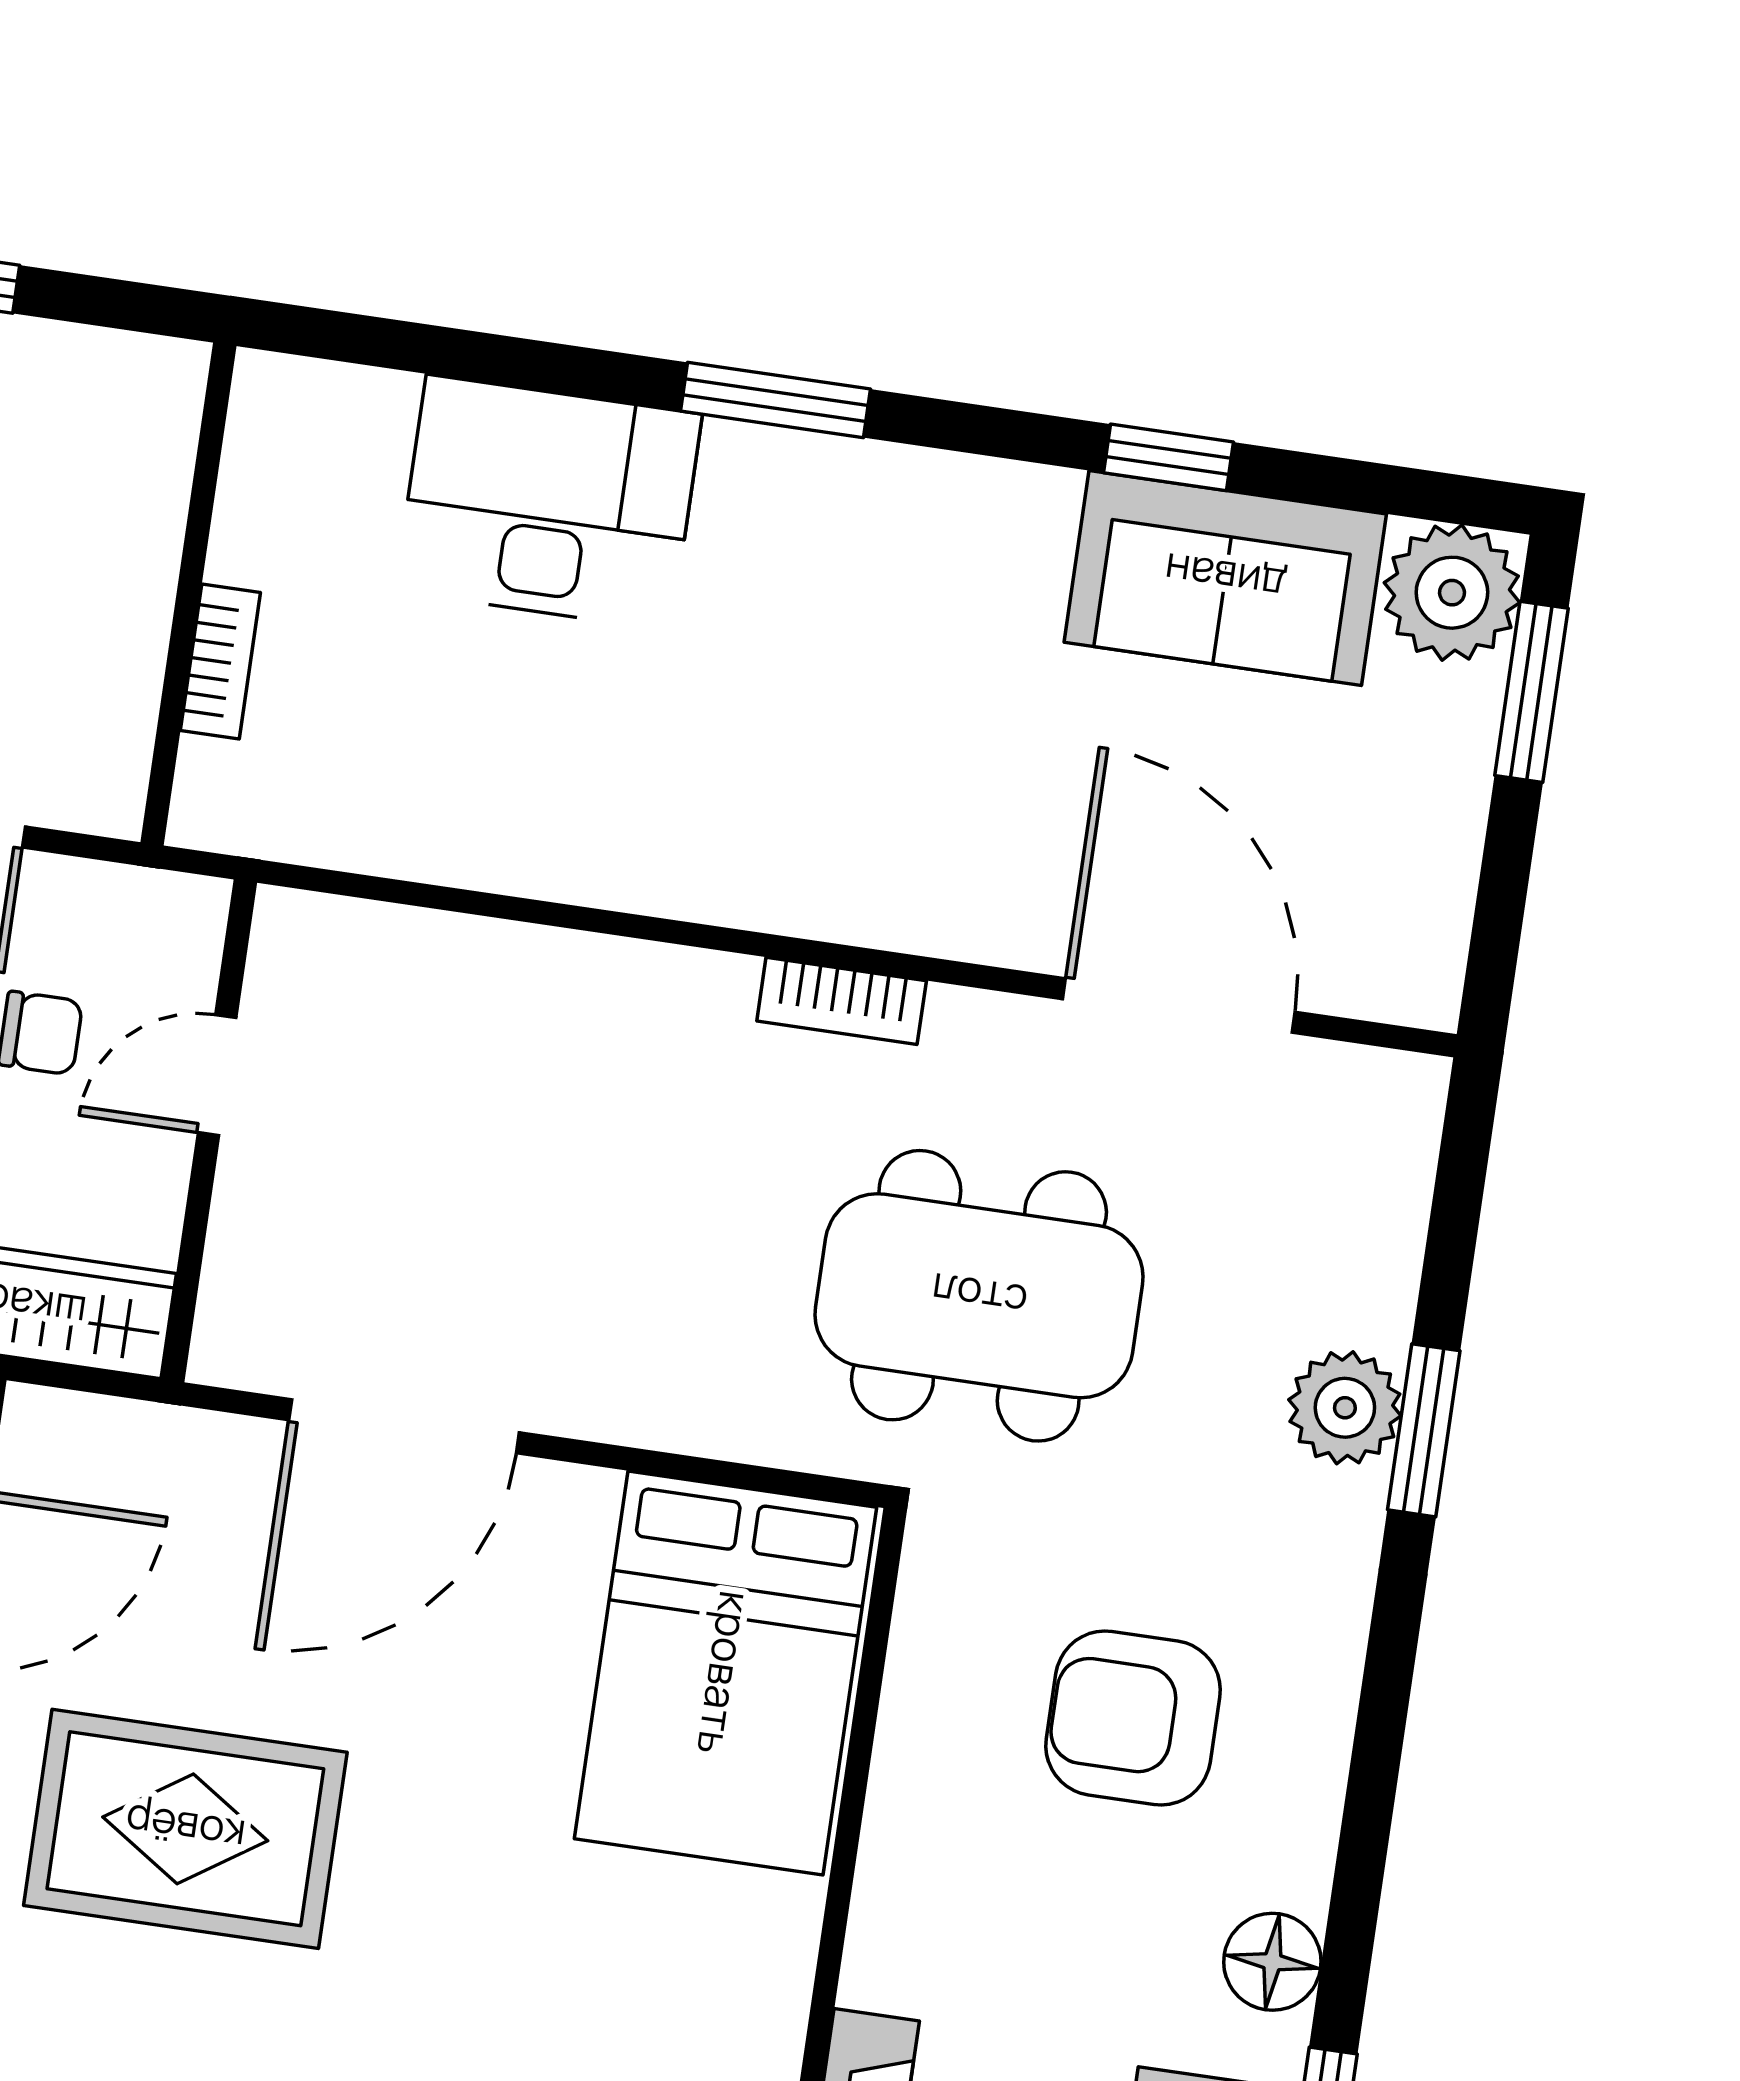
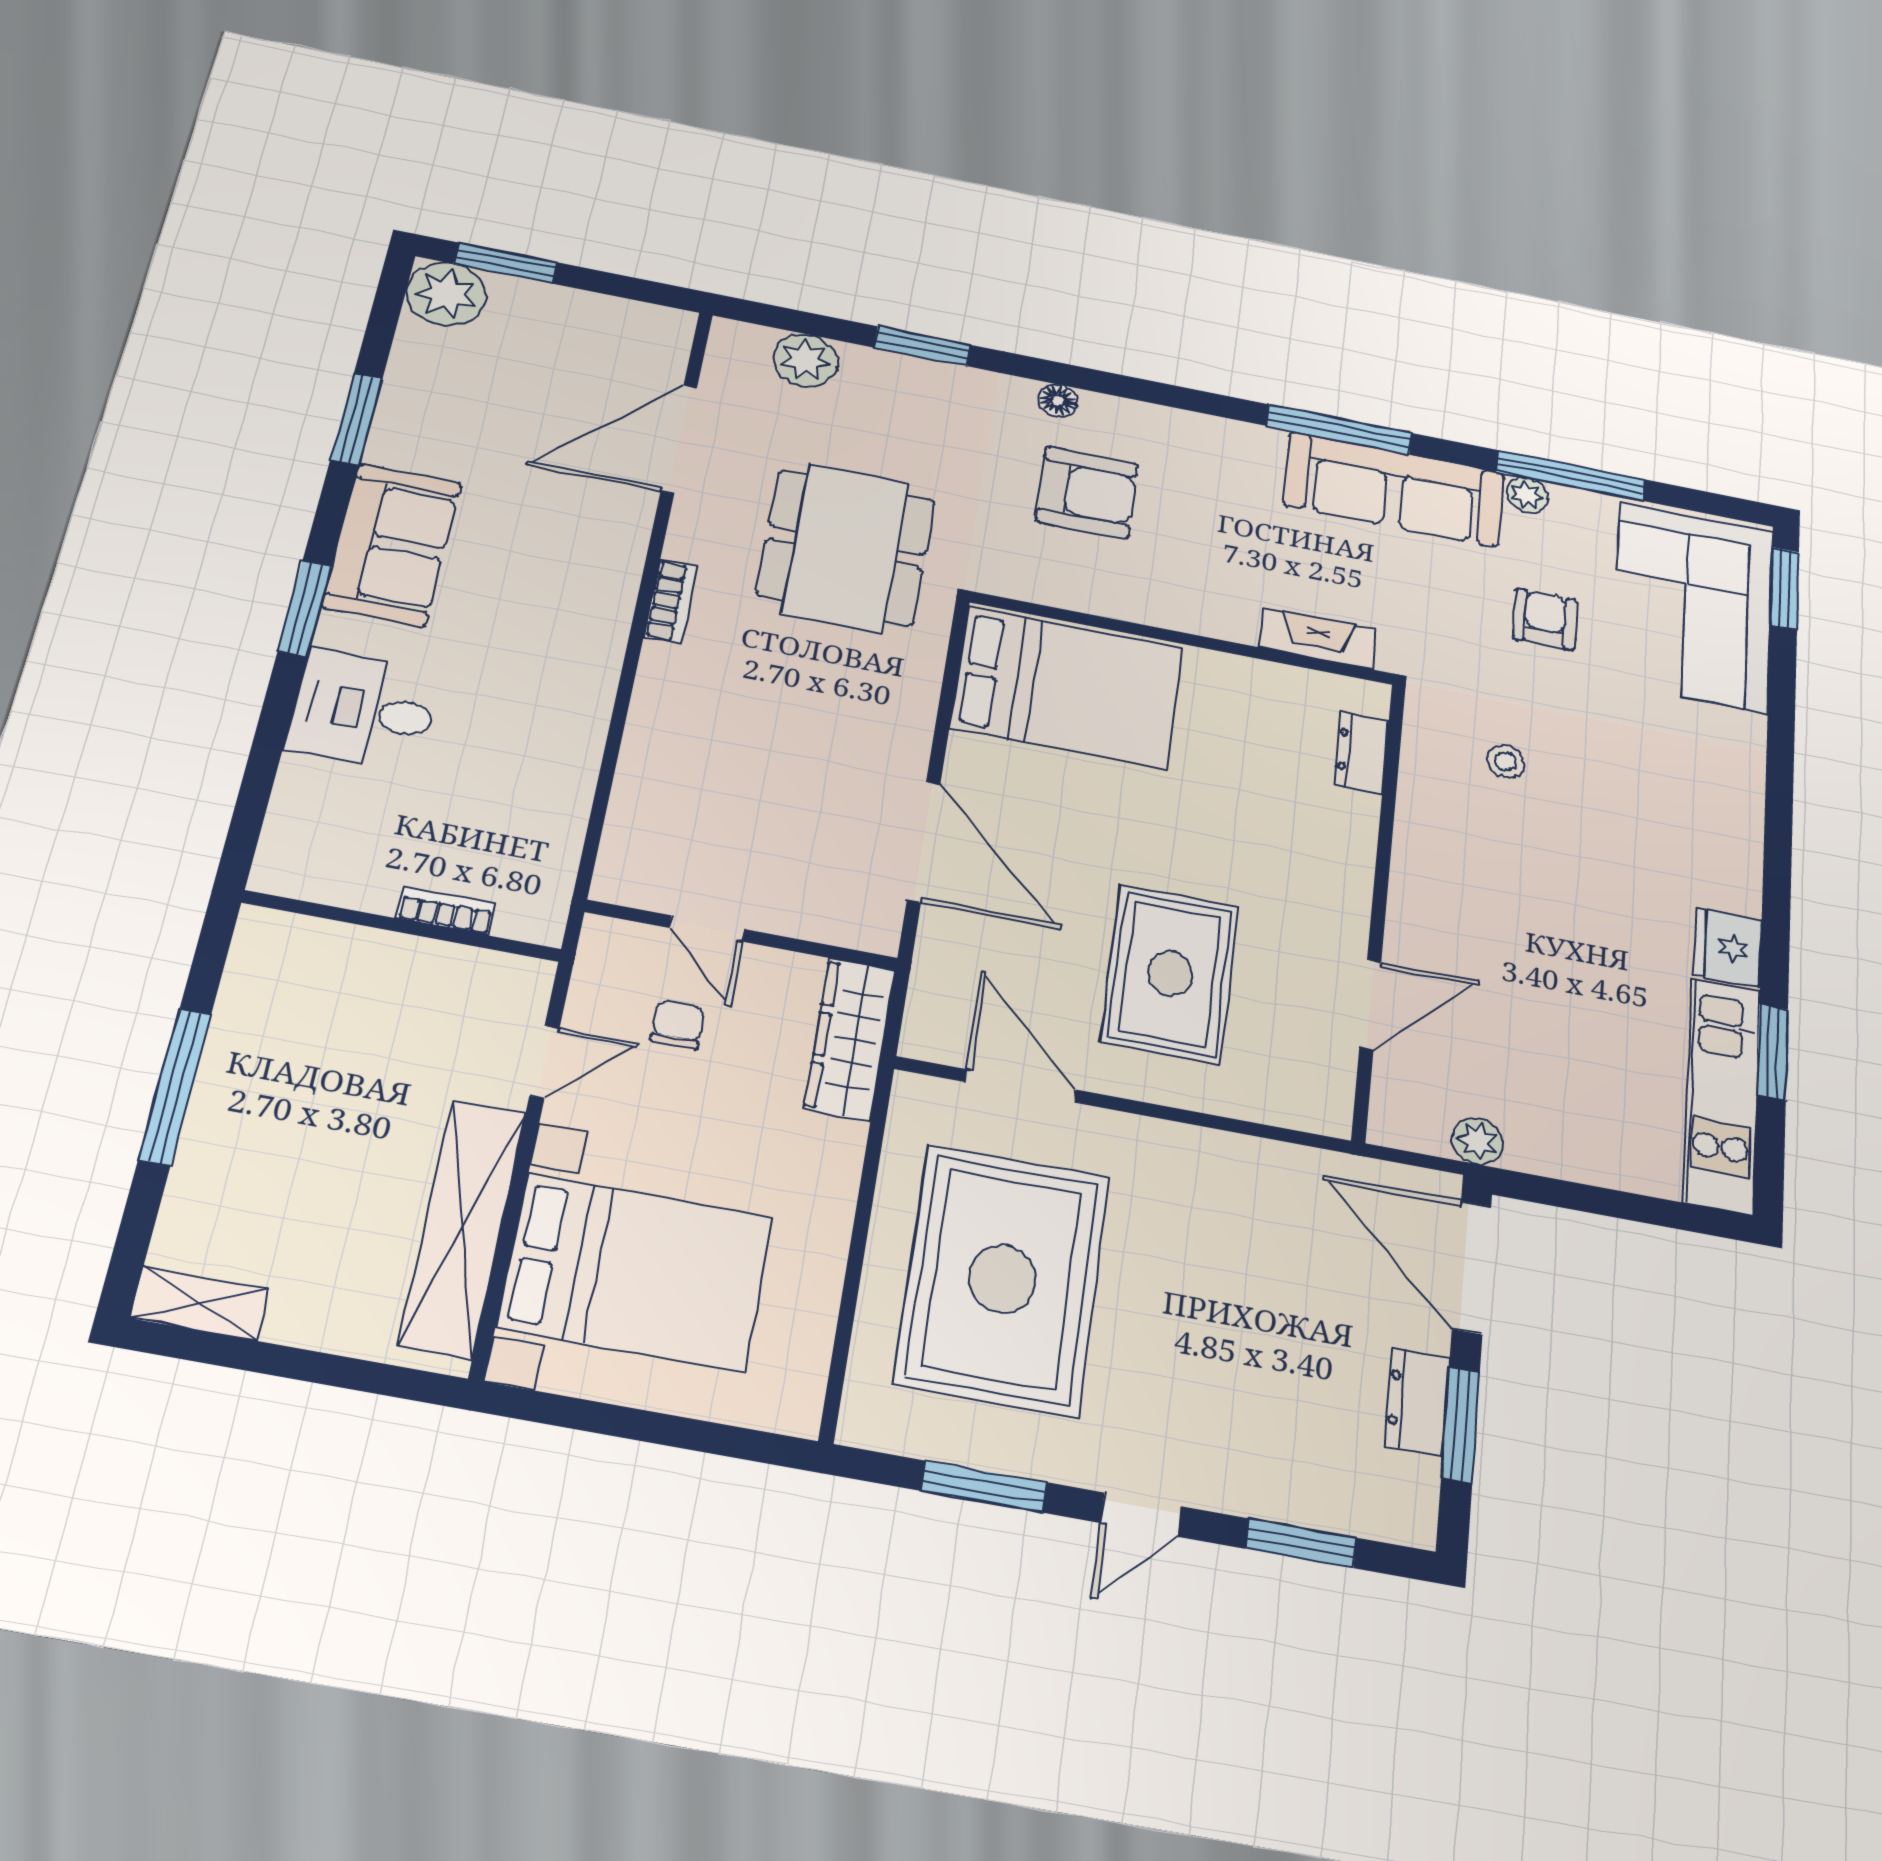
window: (1168, 457) -> (356, 419), width x1.50
desk: (549, 502) -> (364, 710), width x0.73
sofa: (1225, 578) -> (392, 544), moved
plant: (1345, 1408) -> (805, 360), moved
armchair: (1133, 1718) -> (1087, 492), turned -90
floor lamp: (1272, 1962) -> (1058, 400), moved, width x0.73, depth x0.73

